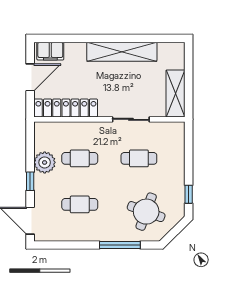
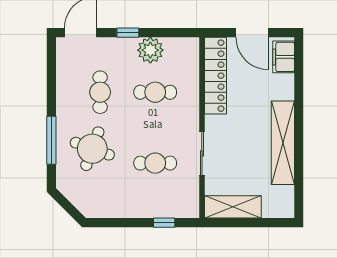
cafe table: (80, 158) -> (155, 92), turned 90
cafe table: (139, 158) -> (155, 163), turned 90
window: (189, 194) -> (164, 223), moved
round table: (146, 212) -> (92, 149), moved

